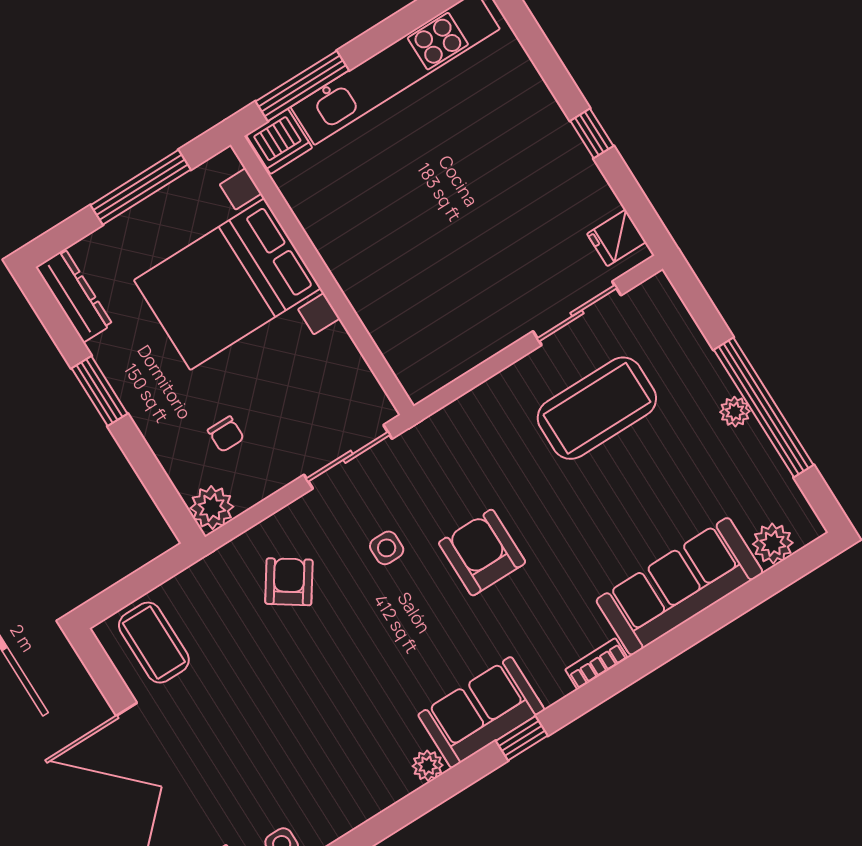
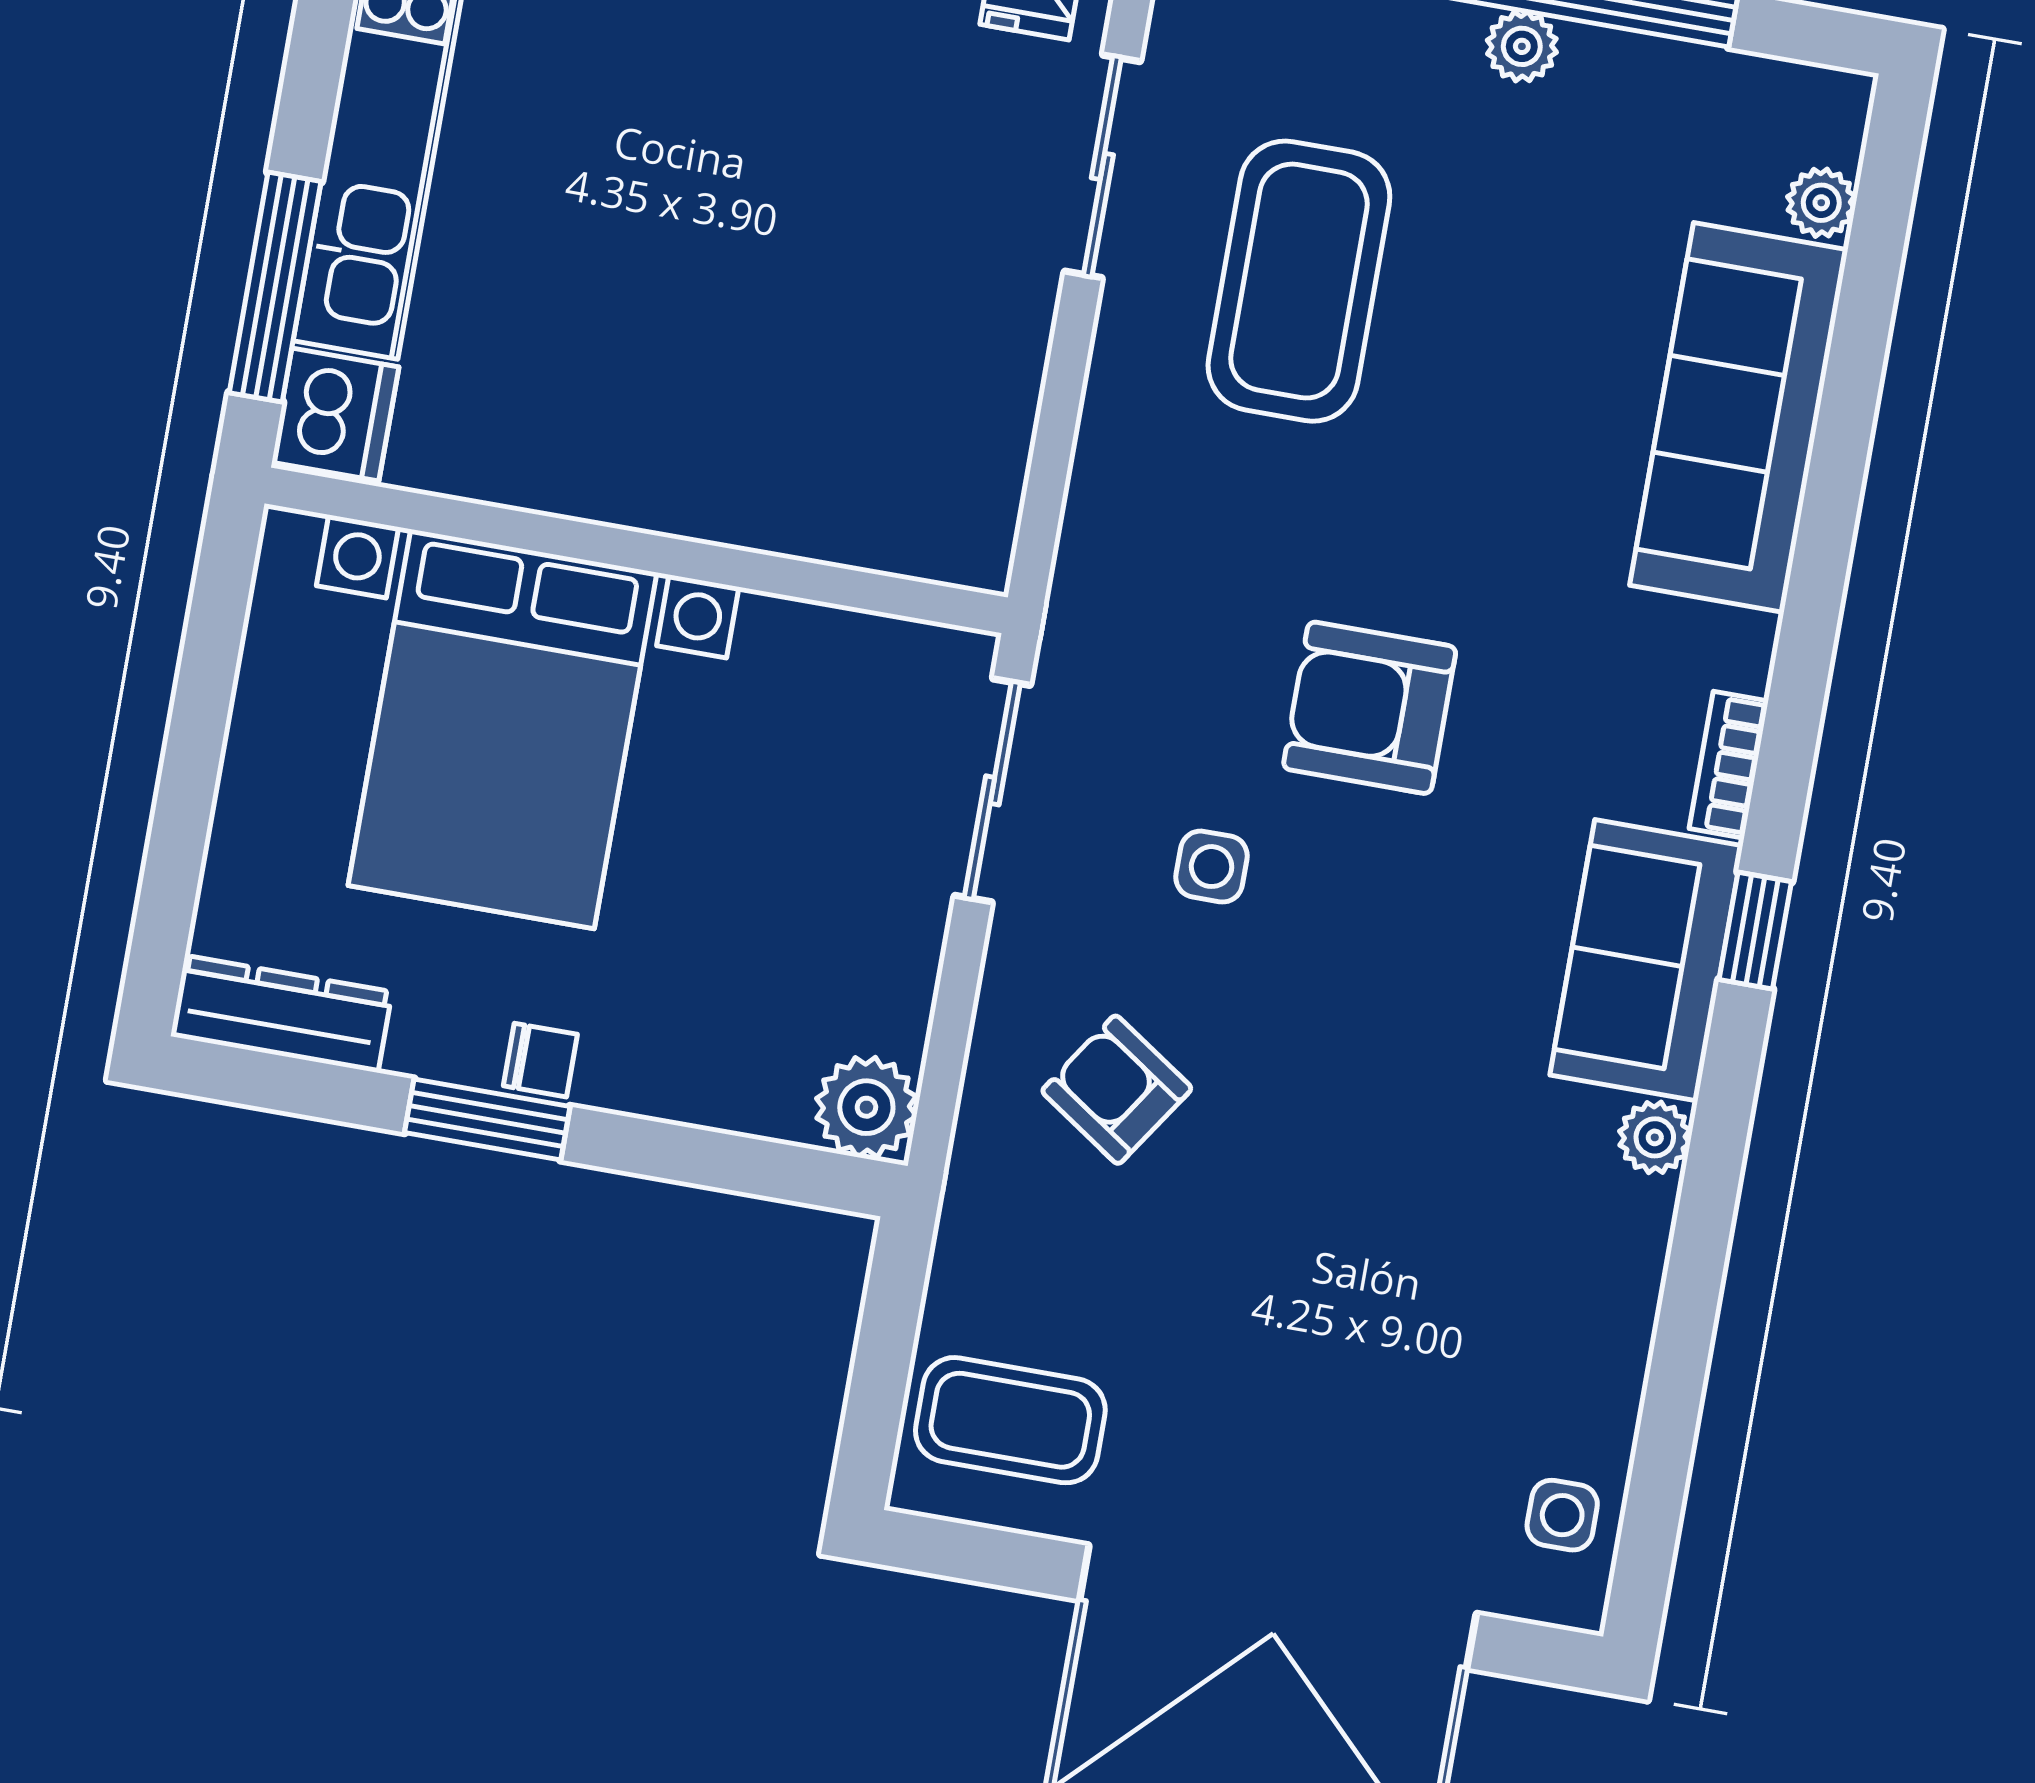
window: (141, 187) -> (197, 728), removed
chair: (226, 434) -> (540, 1060), moved
plant: (773, 543) -> (1821, 203), width x0.73, depth x0.73
bookcase: (596, 664) -> (1729, 765), moved

